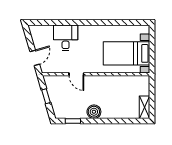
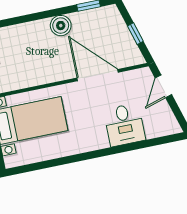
door: (76, 74) -> (98, 75), width x1.88

